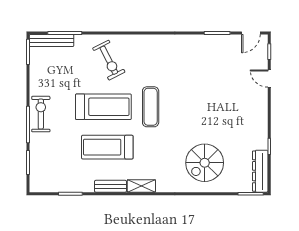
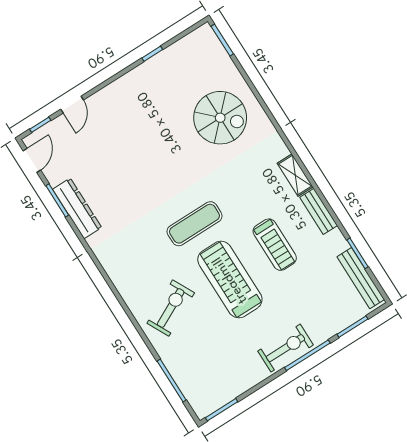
door: (251, 33) -> (32, 160), hinge flipped
bench: (52, 41) -> (361, 278), moved
exercise bike: (41, 114) -> (286, 348), turned 180
treadmill: (107, 147) -> (275, 245), width x0.73, depth x0.73
dresser: (260, 171) -> (77, 208), moved, turned -90

